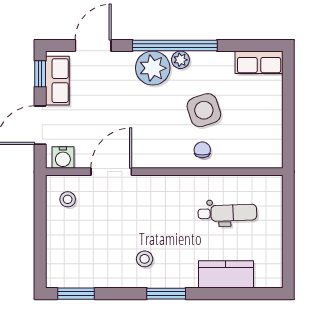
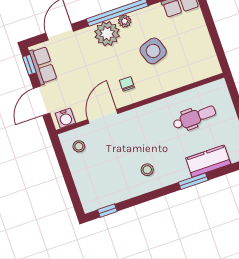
chair: (202, 150) -> (127, 84), moved
window: (76, 294) -> (107, 211), width x0.67
window: (166, 294) -> (193, 181), moved

